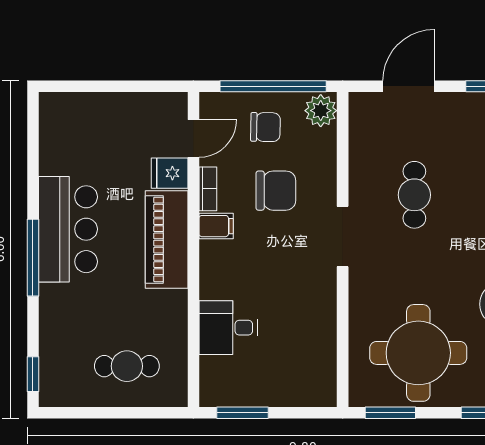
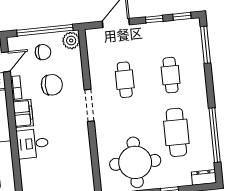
filing cabinet: (216, 226) -> (23, 113), width x2.00
desk: (228, 328) -> (32, 144), moved

